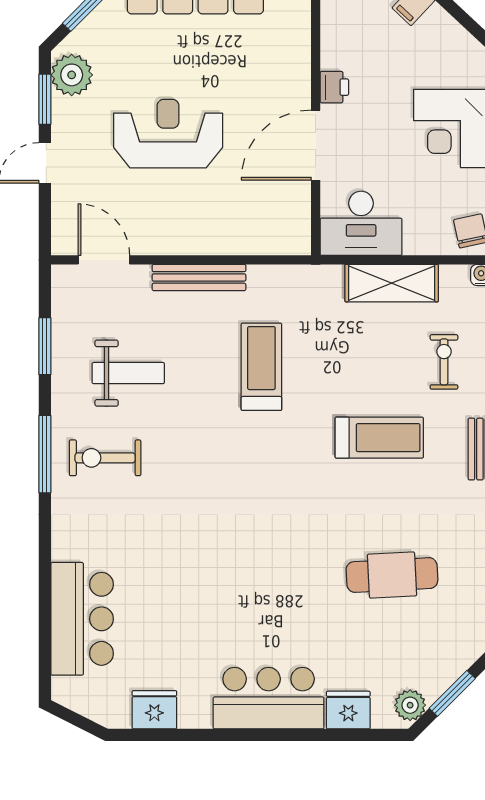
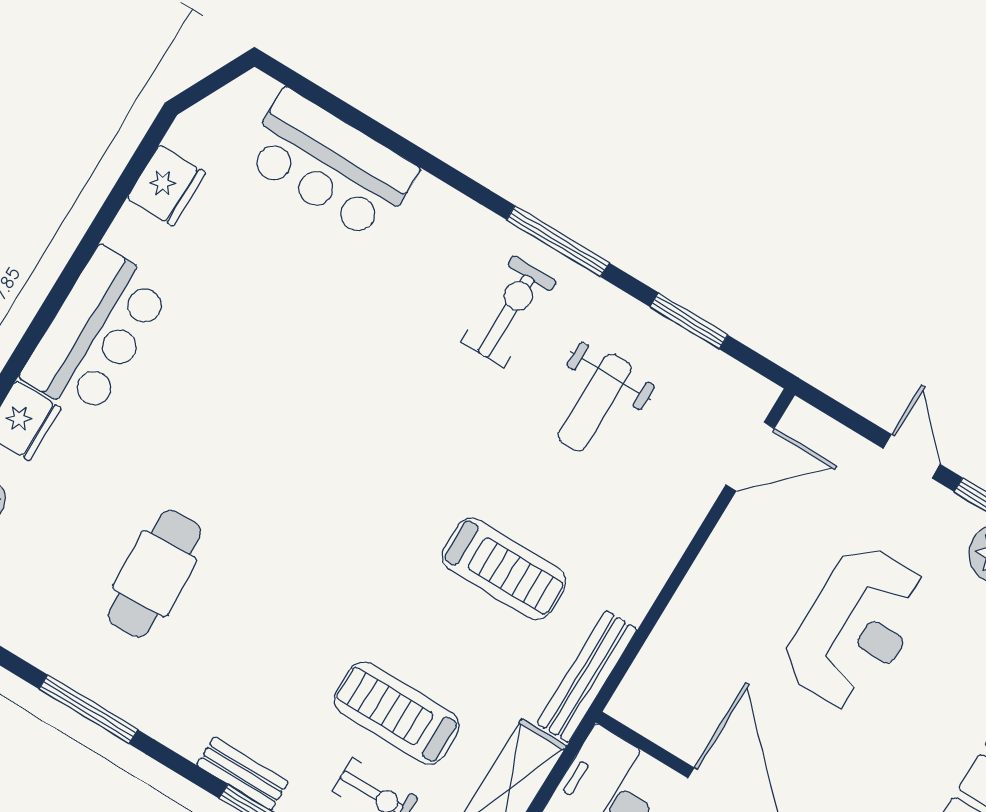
bench: (199, 277) -> (587, 676), moved
treadmill: (379, 438) -> (397, 713), moved, turned 90

